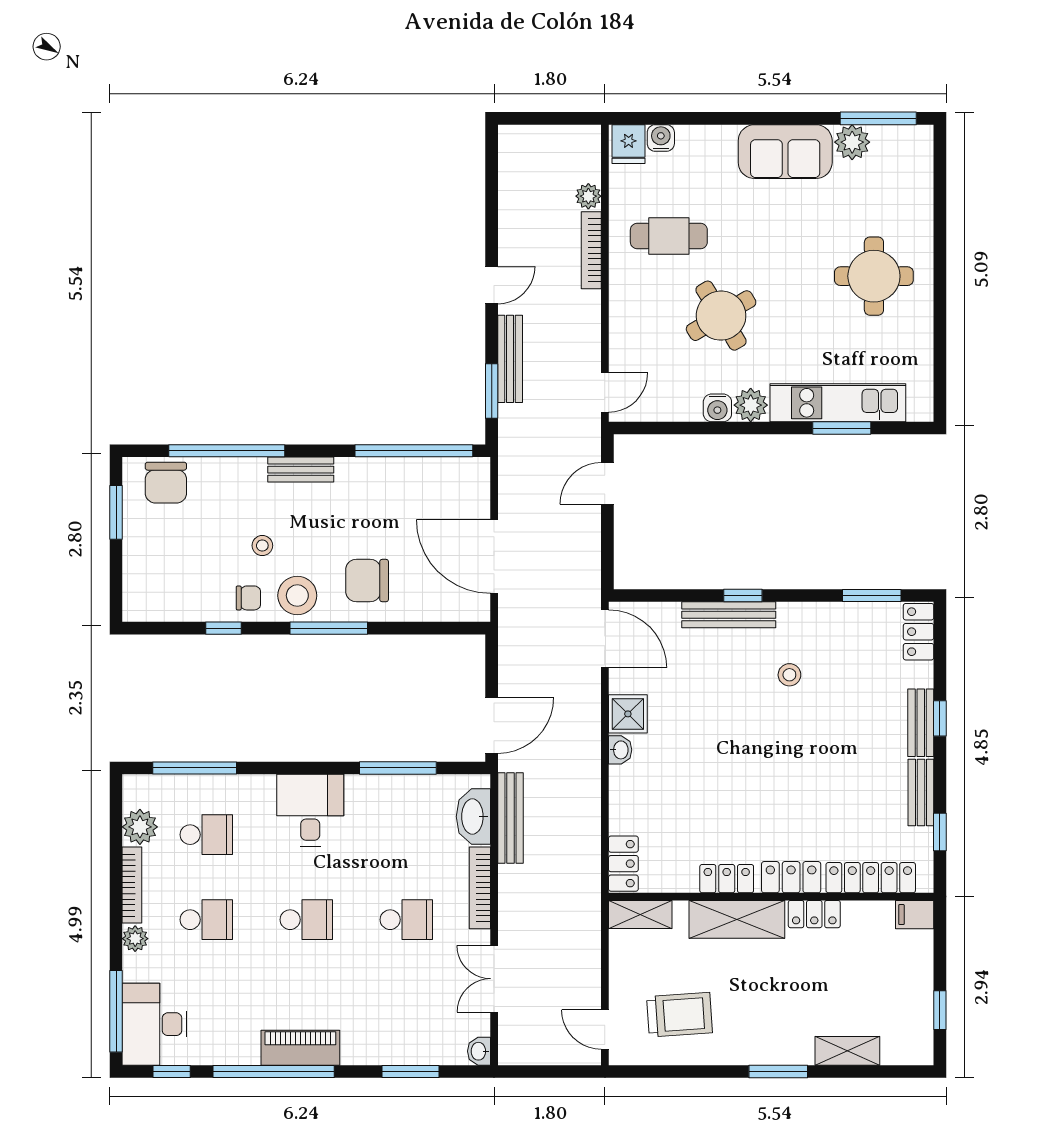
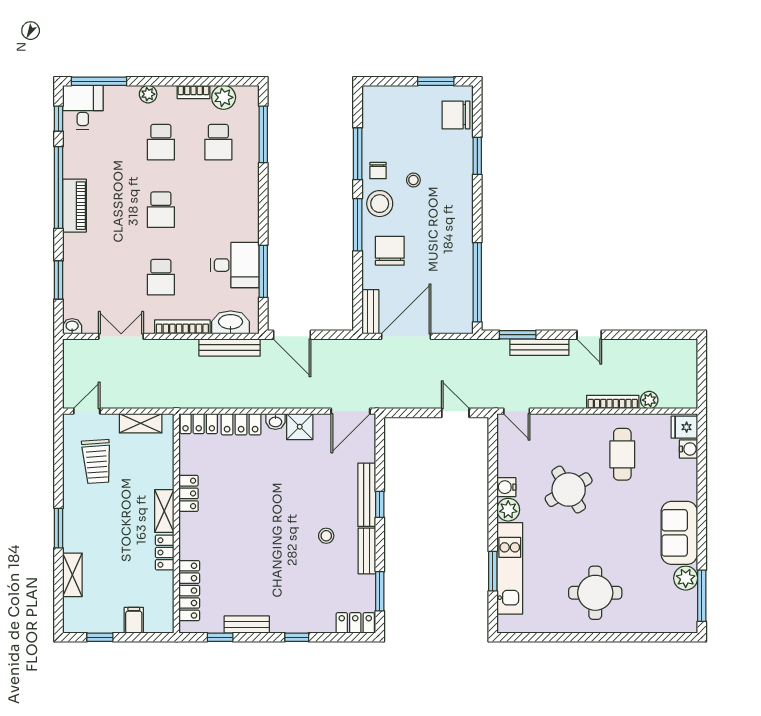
window: (227, 451) -> (477, 156), width x0.47
bench: (301, 470) -> (370, 312), moved
window: (224, 628) -> (358, 154), width x2.17
bench: (921, 723) -> (367, 551), moved, turned 90
desk: (310, 810) -> (235, 265), moved
locker: (791, 877) -> (241, 424), moved, turned 90
bookcase: (132, 885) -> (193, 92), width x0.64
shelving: (640, 915) -> (141, 423), moved, turned 90
filing cabinet: (915, 915) -> (134, 620), moved
shelving: (737, 919) -> (164, 511), width x0.67, depth x0.75
desk: (155, 1024) -> (83, 107), width x0.73

